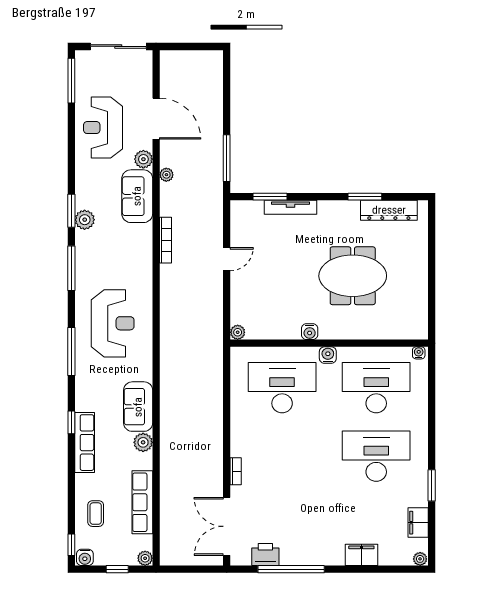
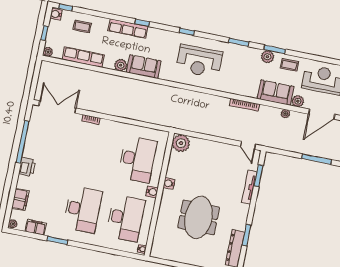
window: (227, 158) -> (317, 159), moved
coffee table: (90, 184) -> (289, 65), added
door: (227, 259) -> (248, 145), moved
window: (71, 268) -> (239, 42), width x0.69
plant: (238, 332) -> (181, 143), width x1.88, depth x1.88
window: (71, 351) -> (187, 32), width x0.46
printer: (265, 555) -> (27, 167), moved
filing cabinet: (361, 555) -> (20, 200), moved

